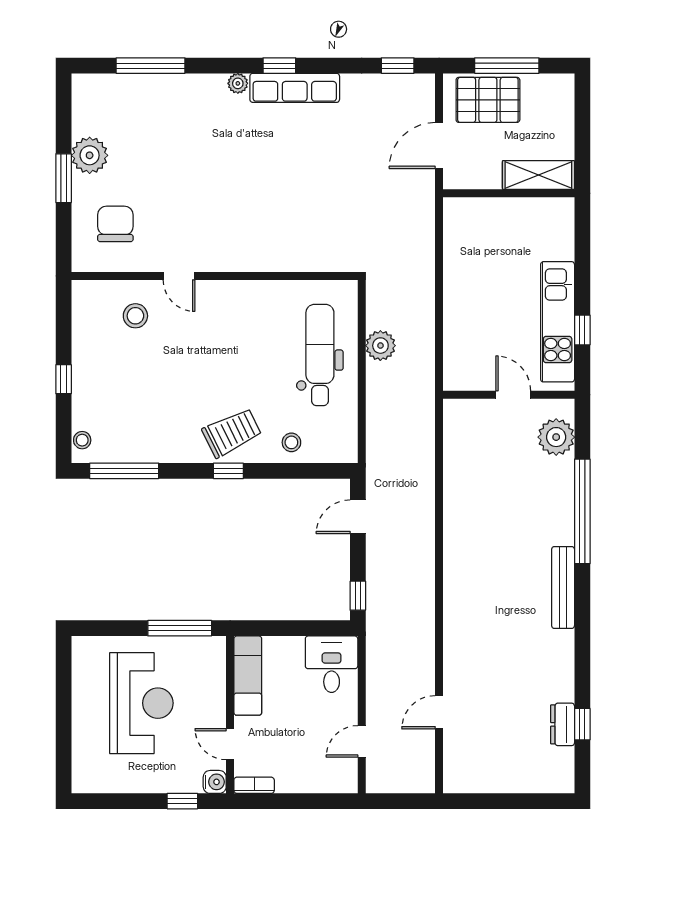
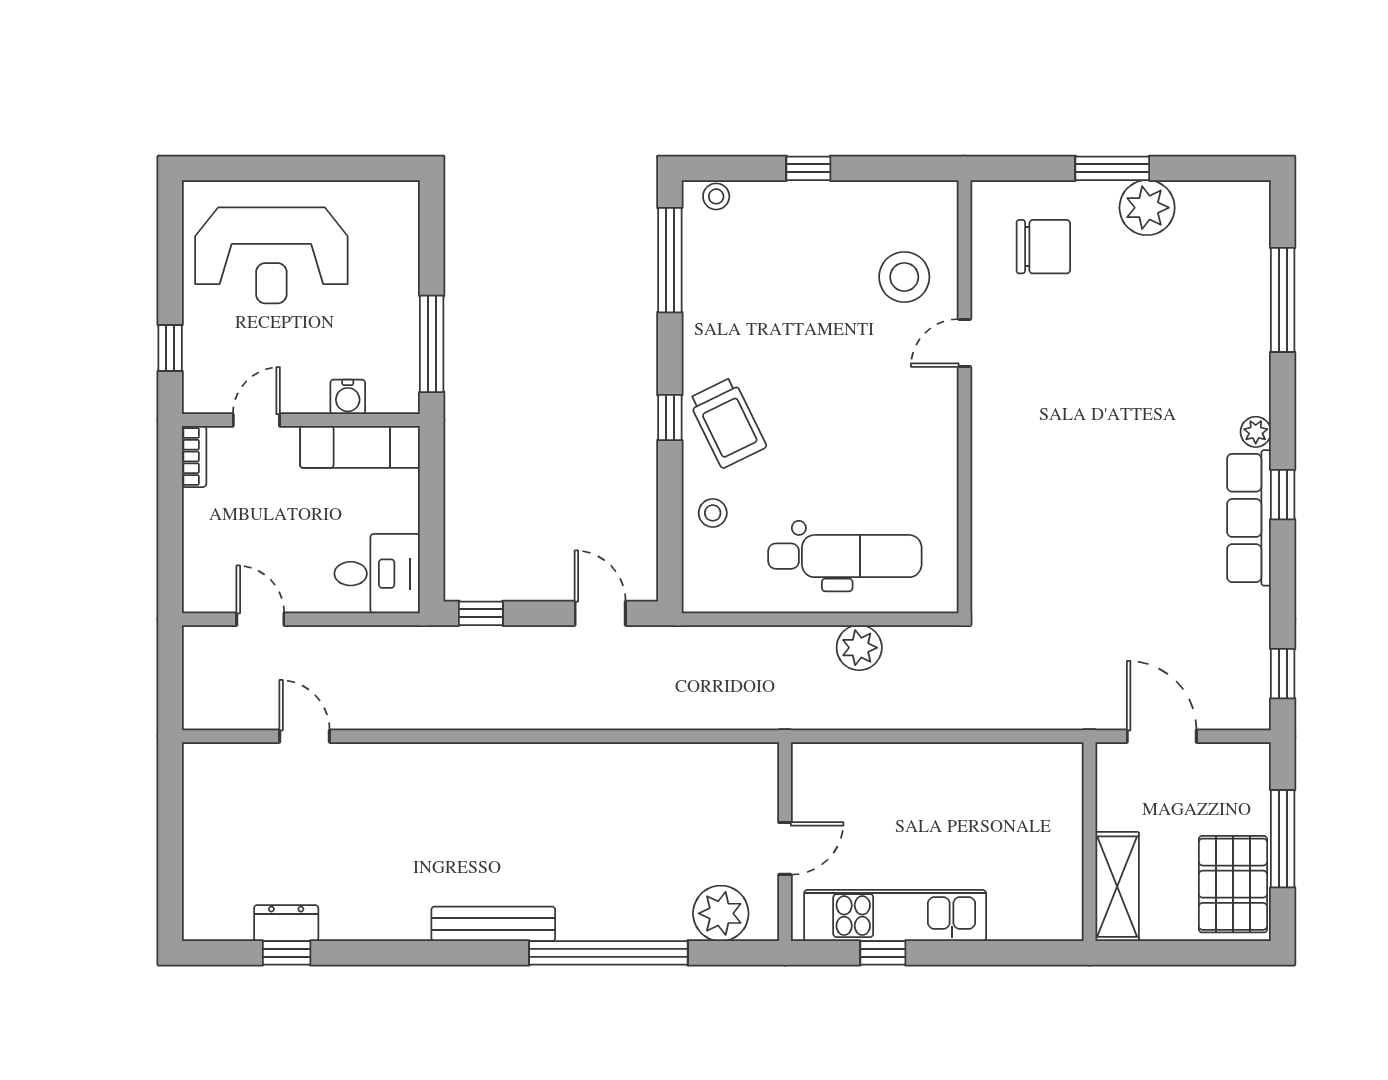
pallet: (488, 100) -> (1233, 884), moved
stool: (135, 316) -> (904, 277), width x1.38, depth x1.38
reception desk: (141, 703) -> (271, 255), moved
water cooler: (215, 782) -> (348, 397), moved

